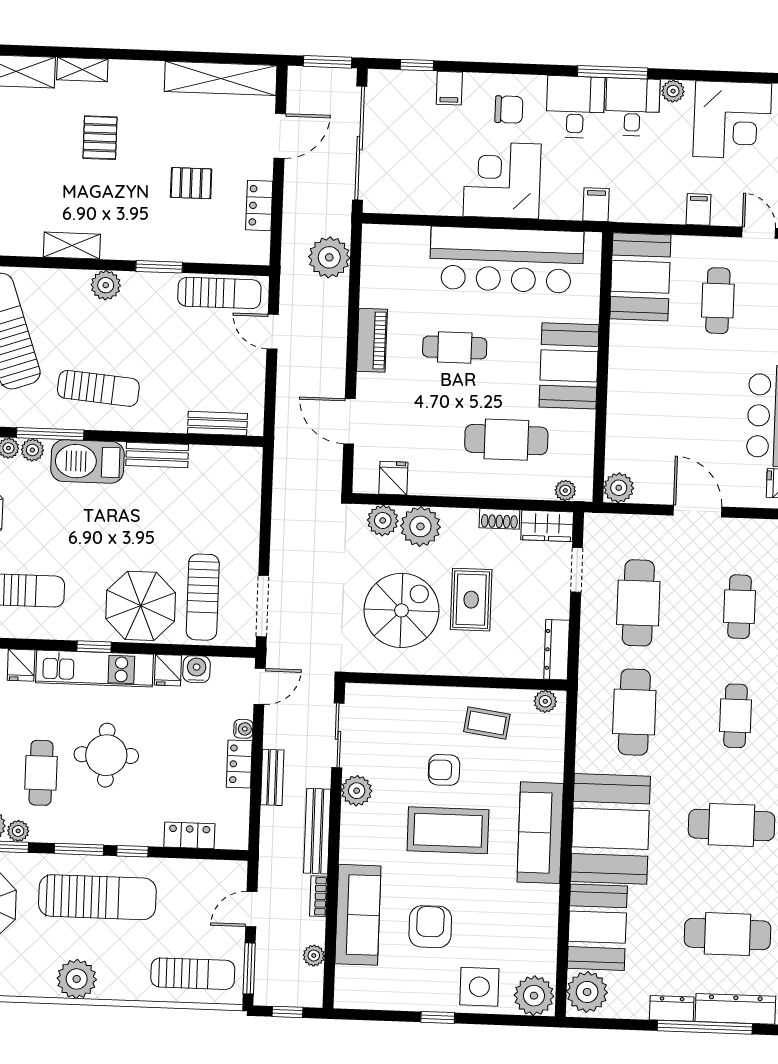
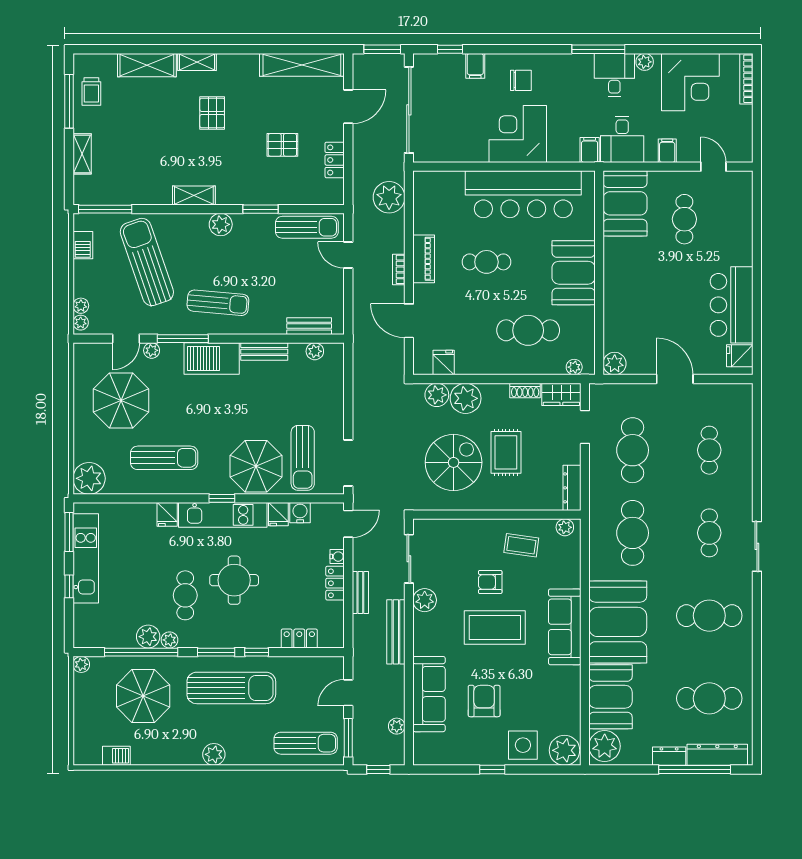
desk: (575, 107) -> (622, 139), moved, turned 180
plant: (32, 450) -> (315, 351), moved
bookcase: (319, 896) -> (399, 269), moved
plant: (77, 979) -> (214, 754), width x0.73, depth x0.73

